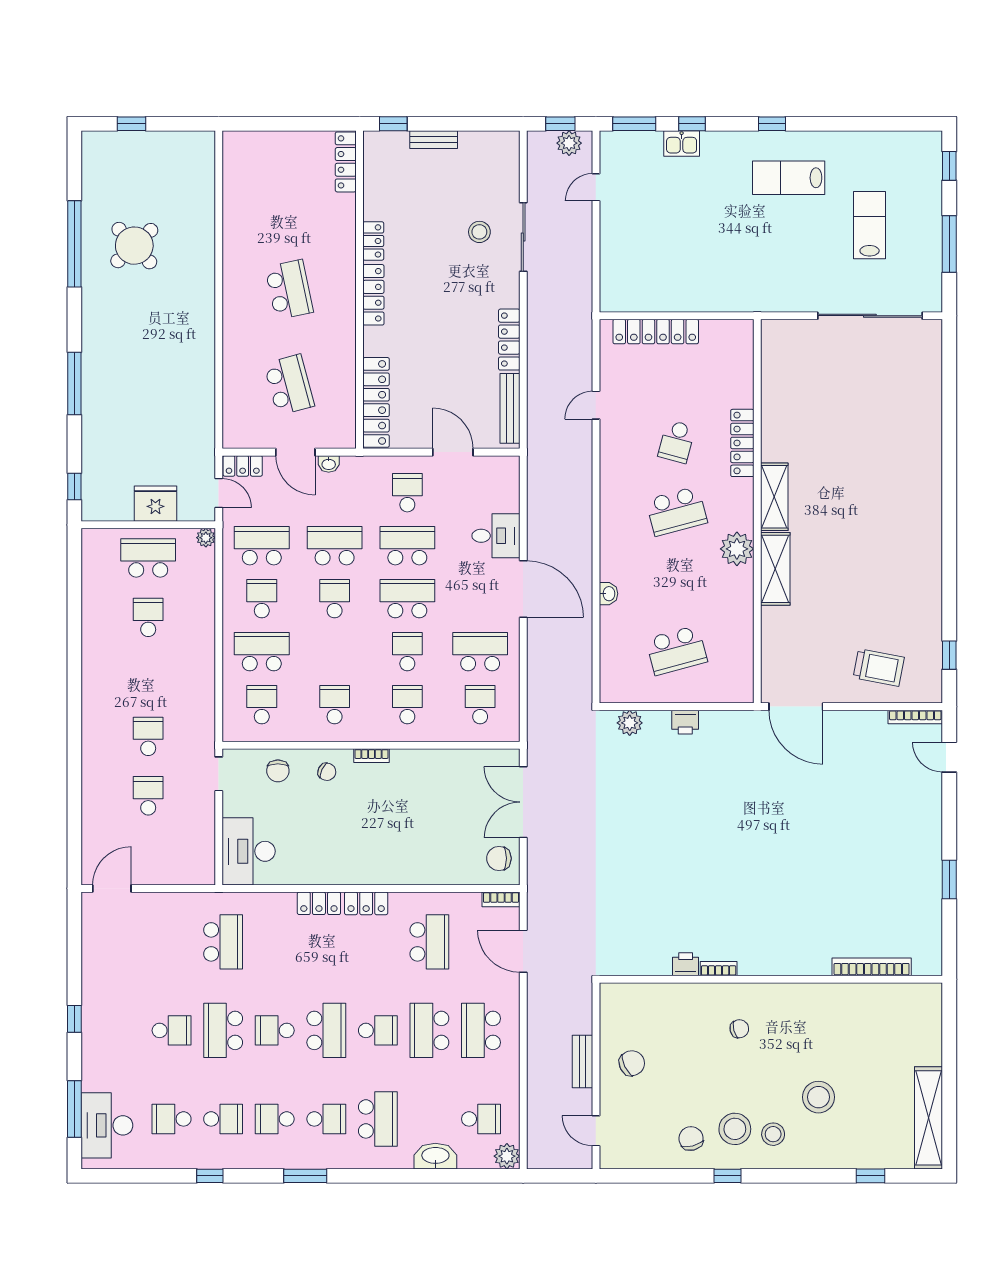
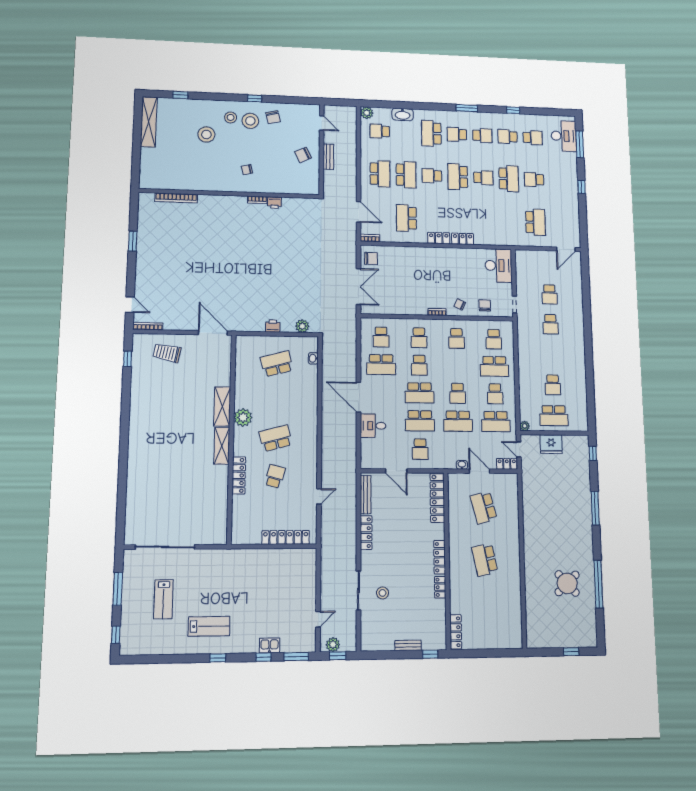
washbasin: (608, 594) -> (313, 358), moved
school desk: (223, 942) -> (535, 222), moved, turned 180

